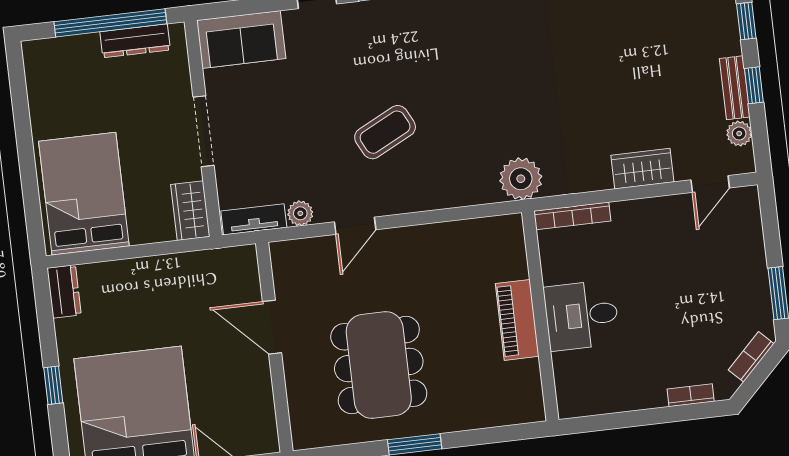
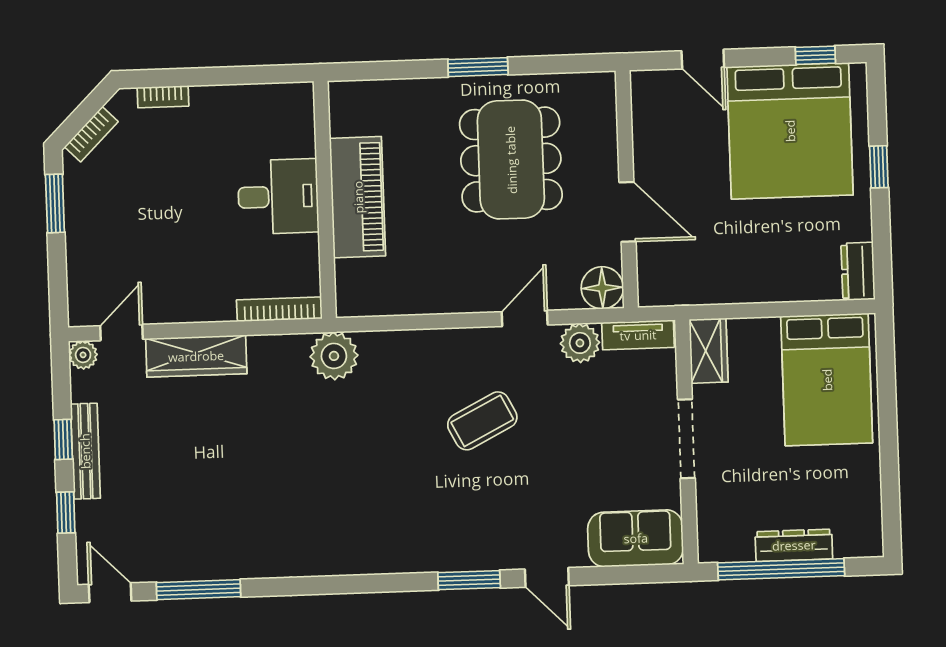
dresser: (135, 41) -> (794, 545), moved
bench: (735, 88) -> (85, 451), width x1.36
plant: (739, 134) -> (83, 355), moved
wardrobe: (642, 169) -> (196, 356), width x1.50
plant: (300, 213) -> (580, 343), width x1.38, depth x1.38
floor lamp: (289, 258) -> (602, 288), added
piano: (517, 320) -> (358, 197), width x1.37, depth x1.33

